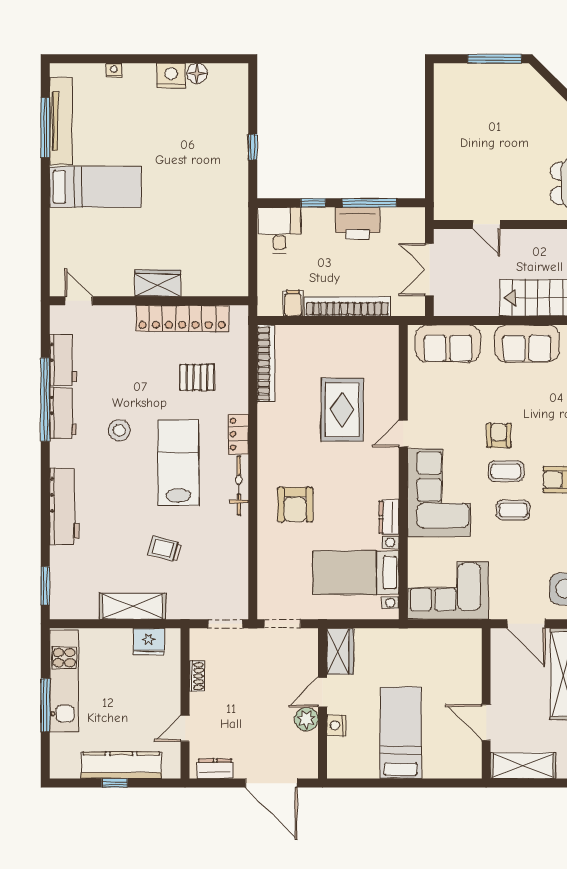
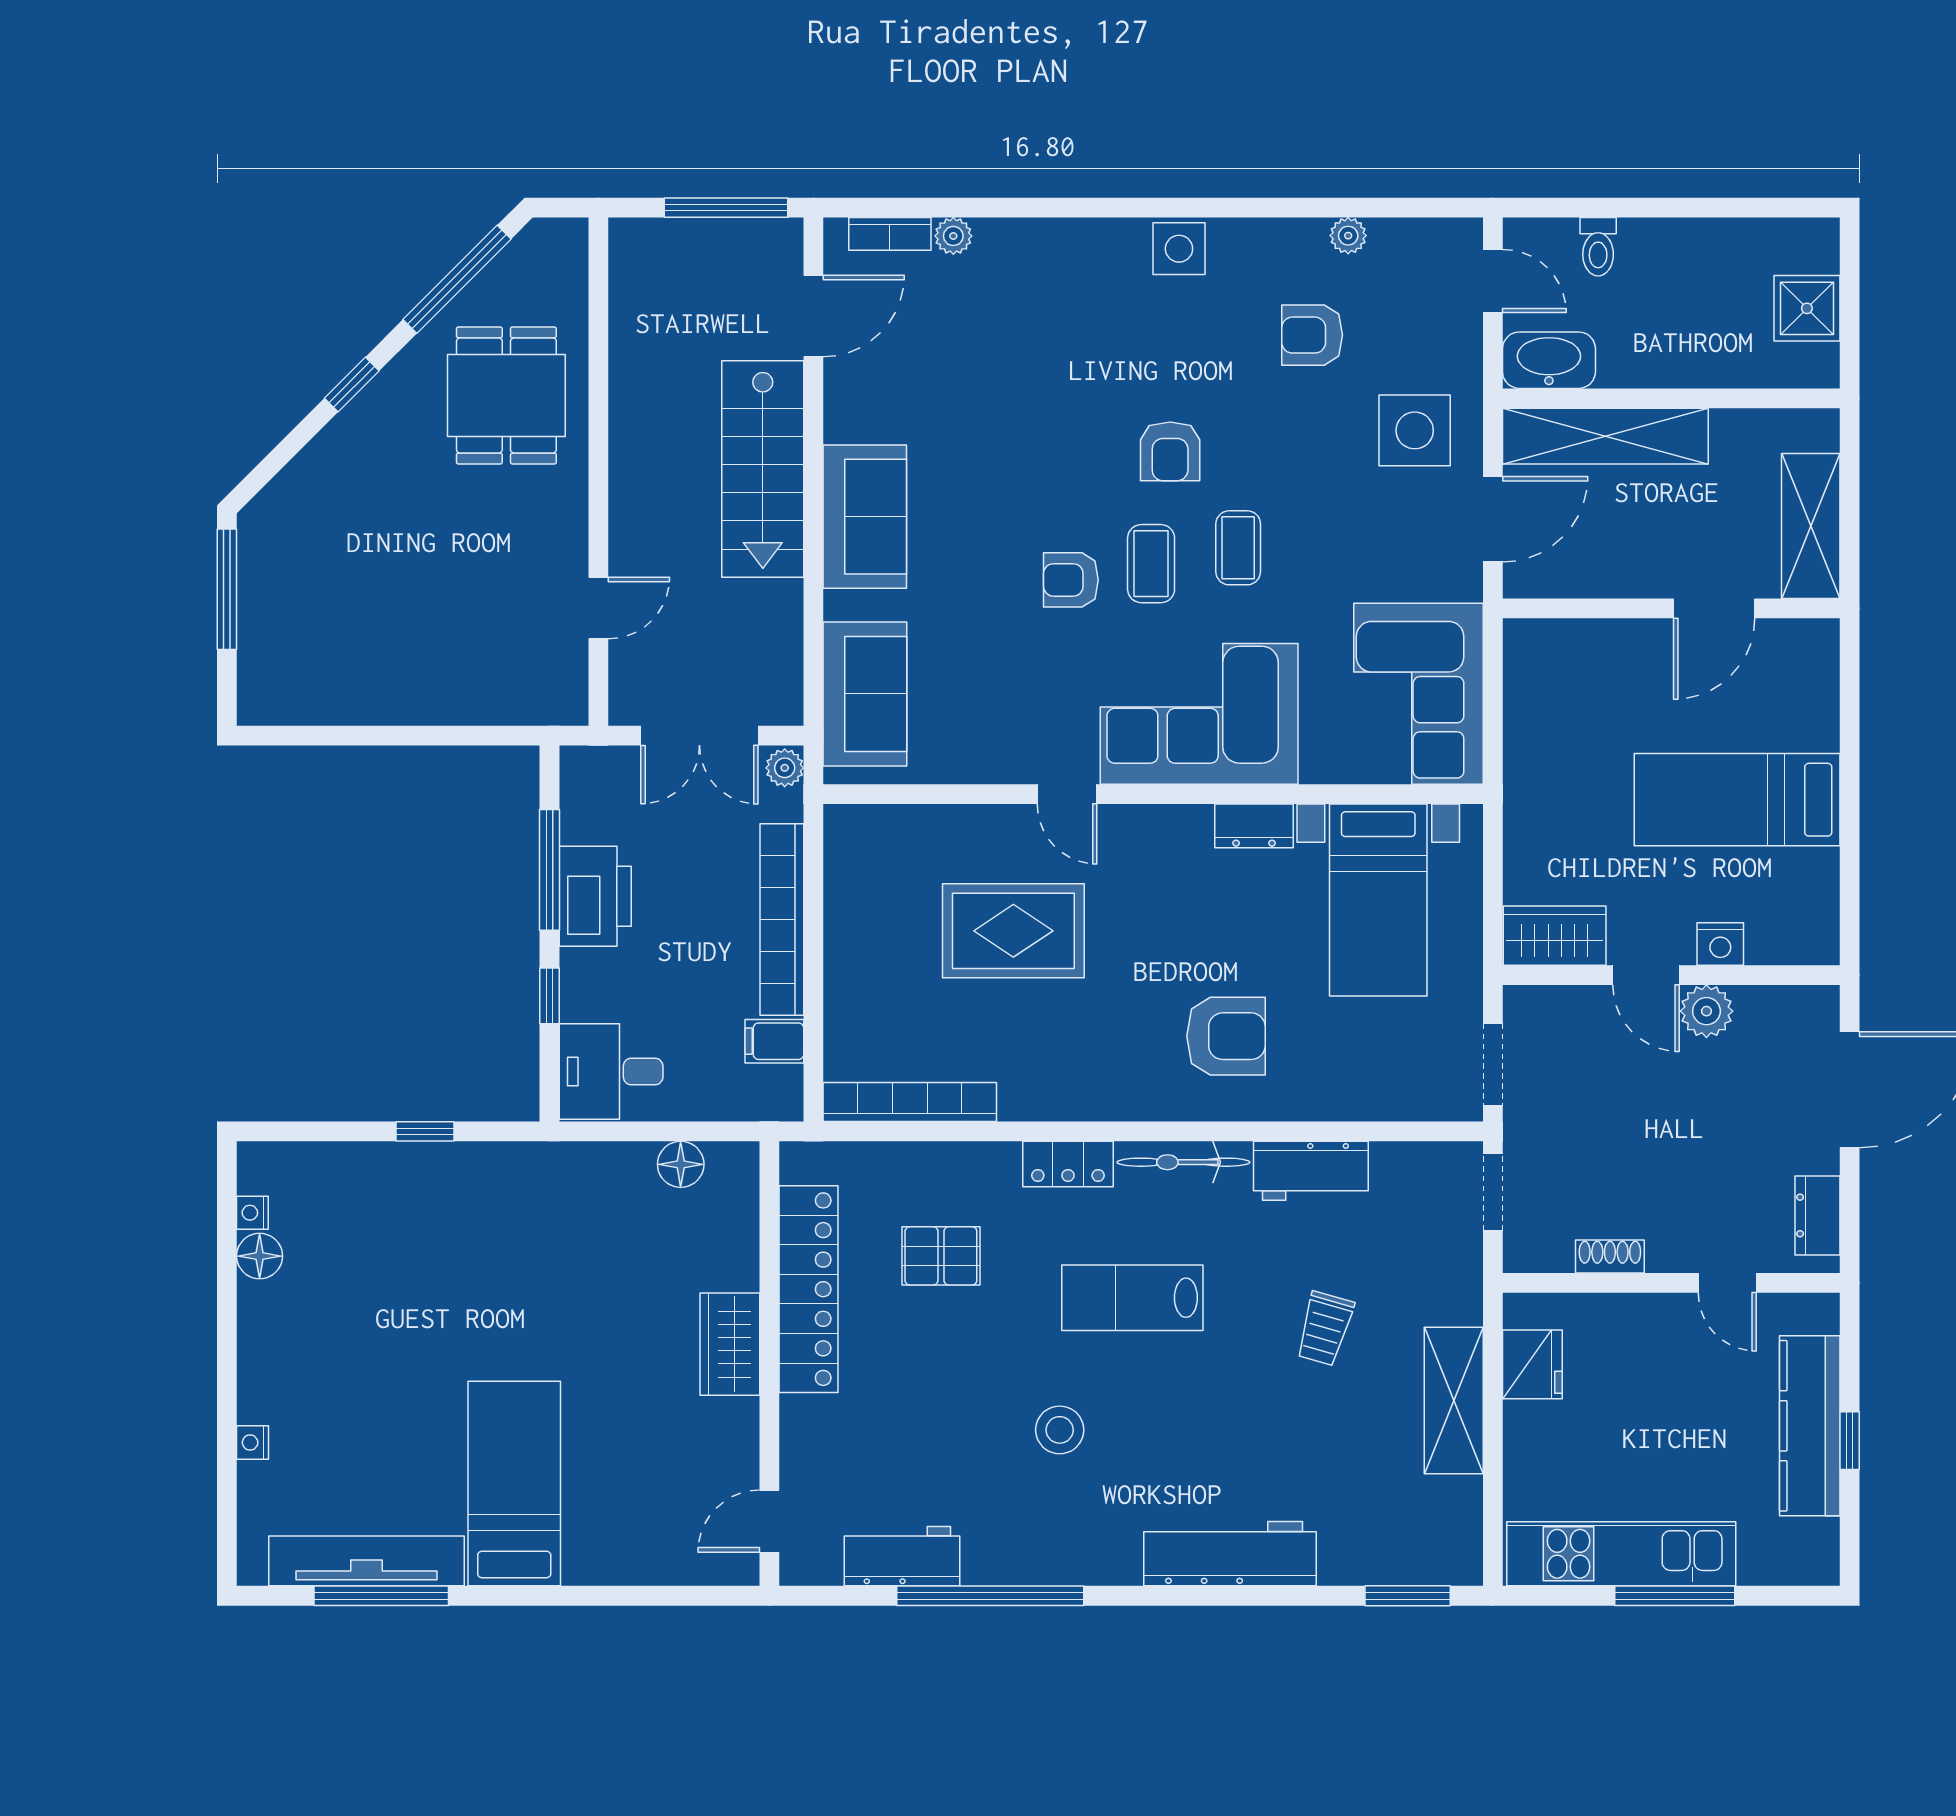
nightstand: (171, 76) -> (252, 1213), moved, width x0.53, depth x0.56
floor lamp: (238, 261) -> (681, 1164), added
plant: (415, 308) -> (785, 768), added
pallet: (197, 377) -> (941, 1256), turned 90
workbench: (63, 413) -> (1311, 1171), moved, turned 180
lab bench: (178, 463) -> (1132, 1298), width x0.73, depth x0.72

